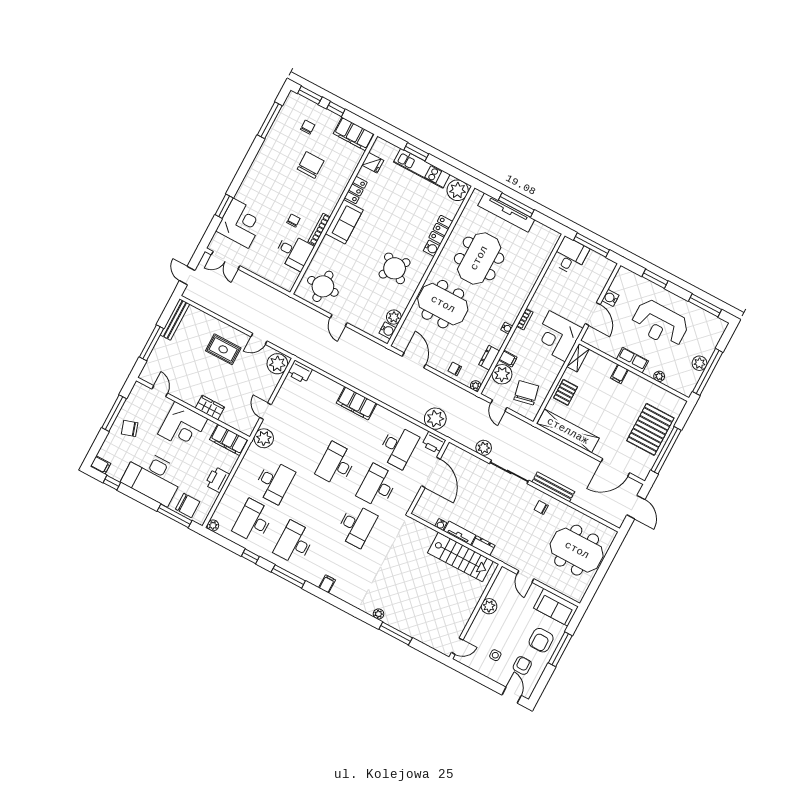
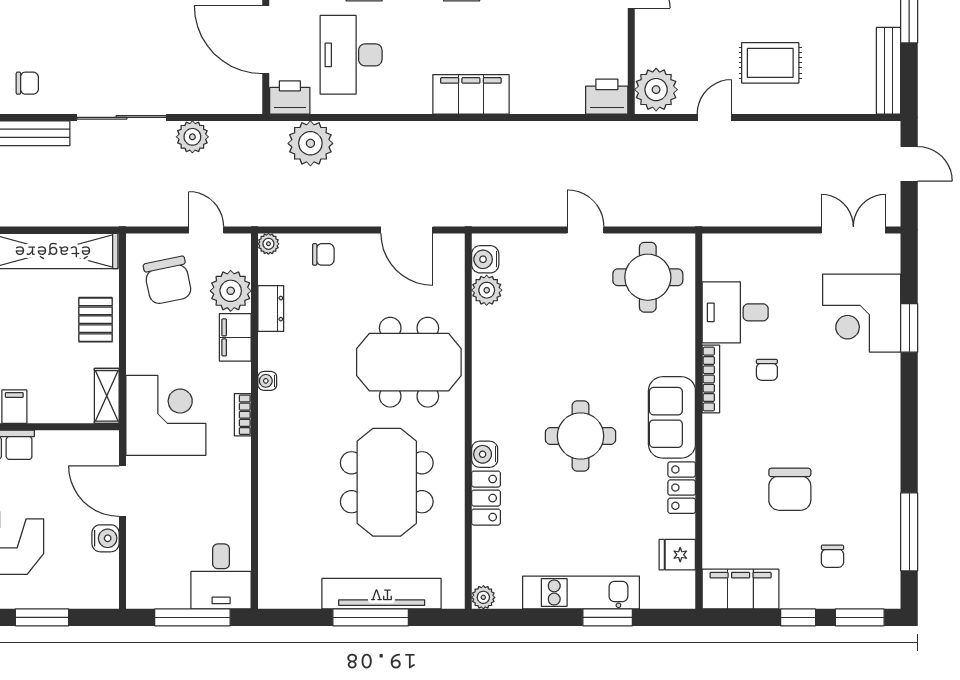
plant: (458, 190) -> (483, 597), width x0.53, depth x0.53
round table: (395, 268) -> (581, 436), moved, turned -35
filing cabinet: (508, 359) -> (235, 337), width x2.00

